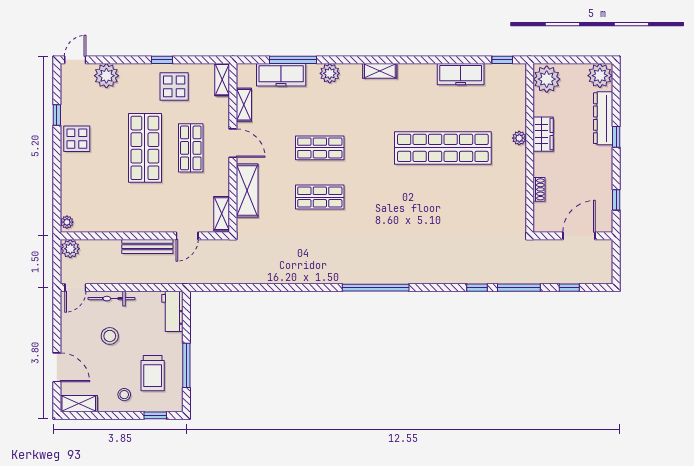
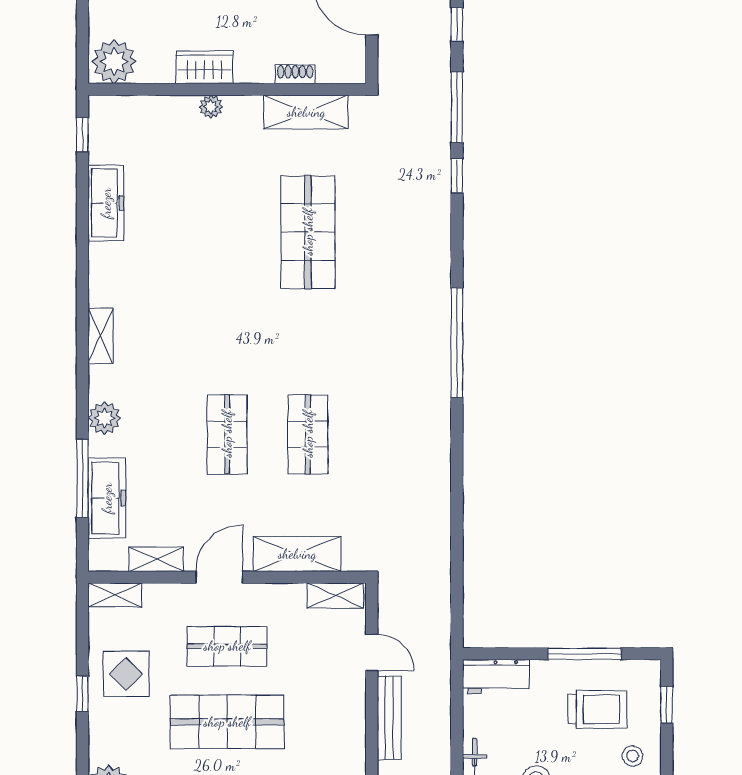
shop shelf: (443, 148) -> (308, 232), moved, width x0.71
shelving: (516, 196) -> (306, 112), added

